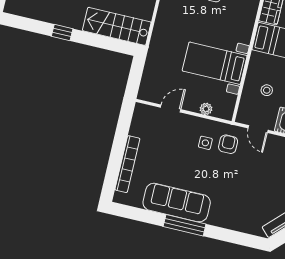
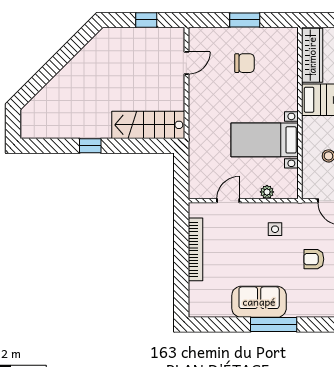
armchair: (228, 144) -> (314, 259), moved, turned -90
bookcase: (127, 164) -> (195, 249), moved
sofa: (177, 203) -> (259, 302), width x0.73

